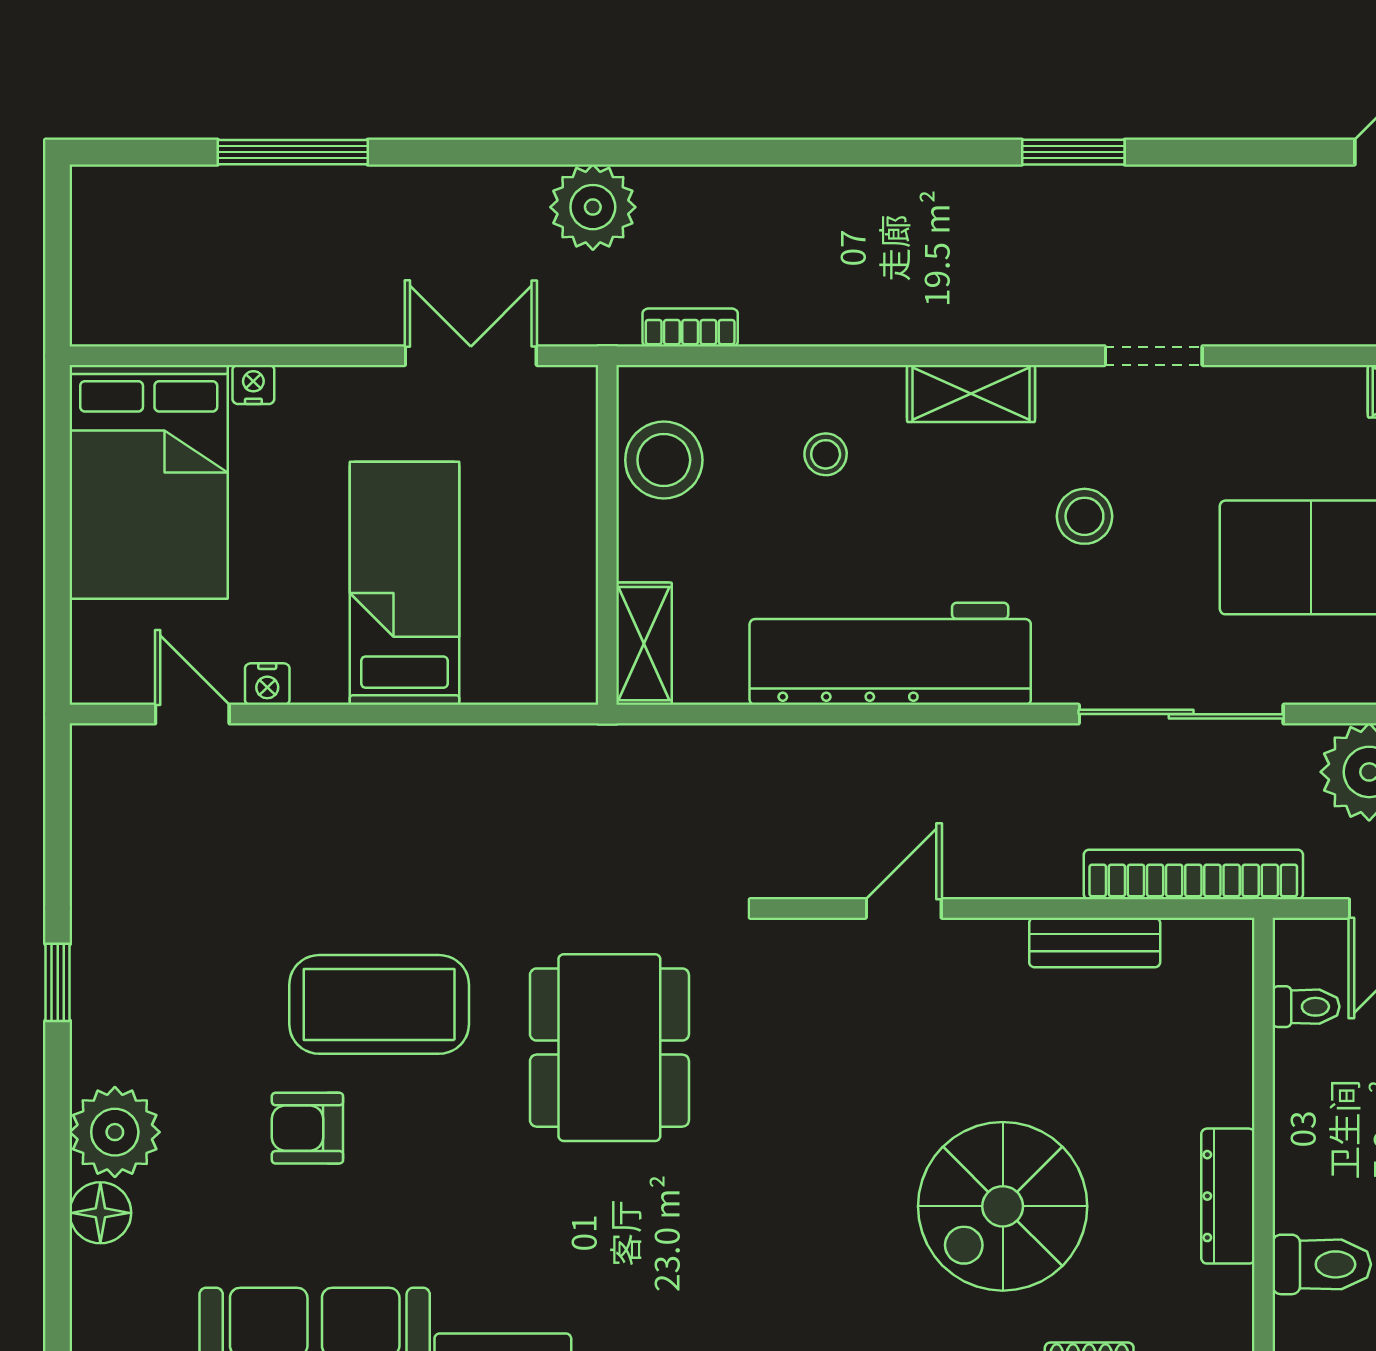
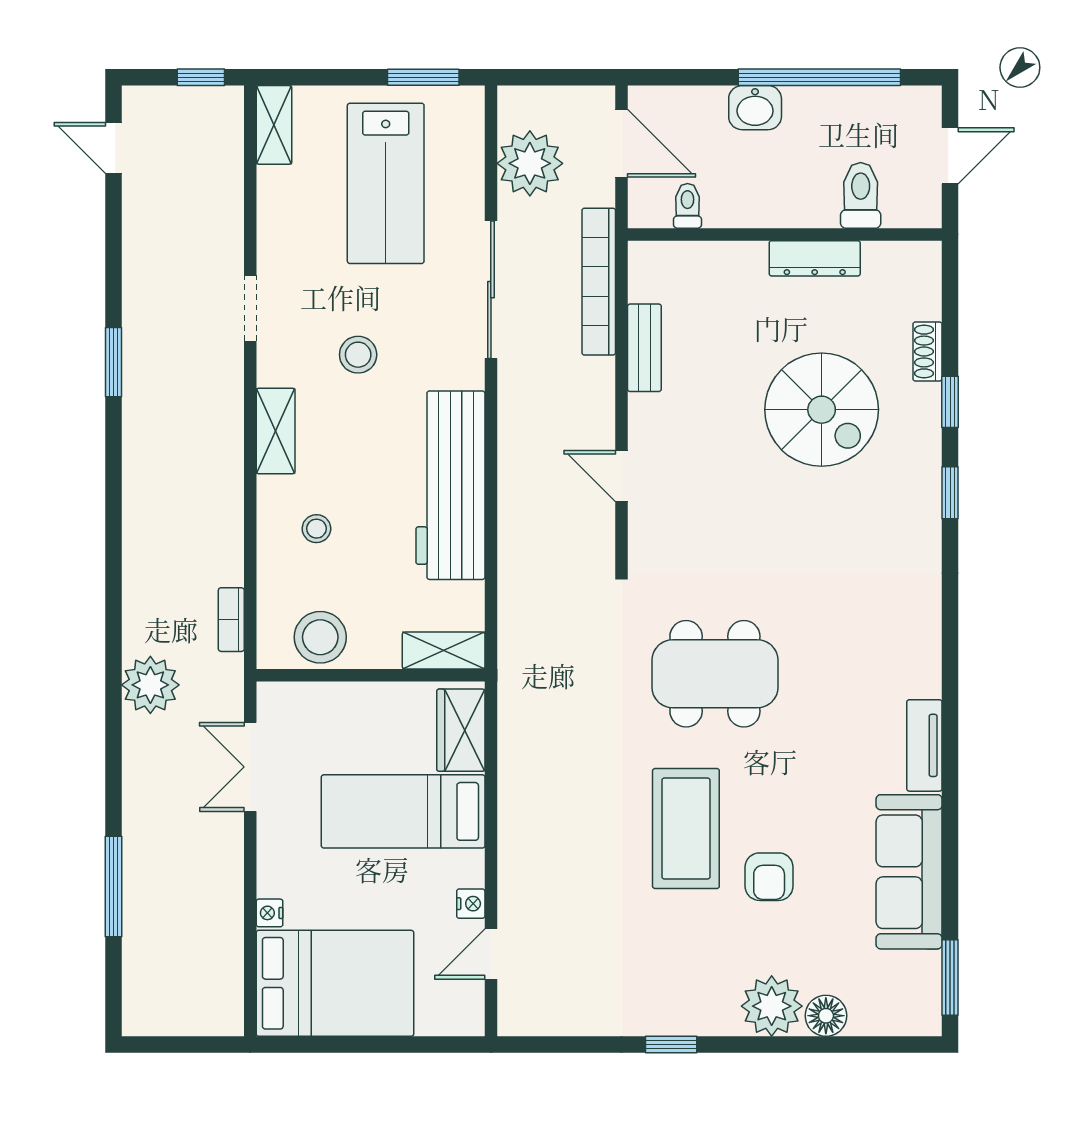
wardrobe: (525, 669) -> (461, 730), added

